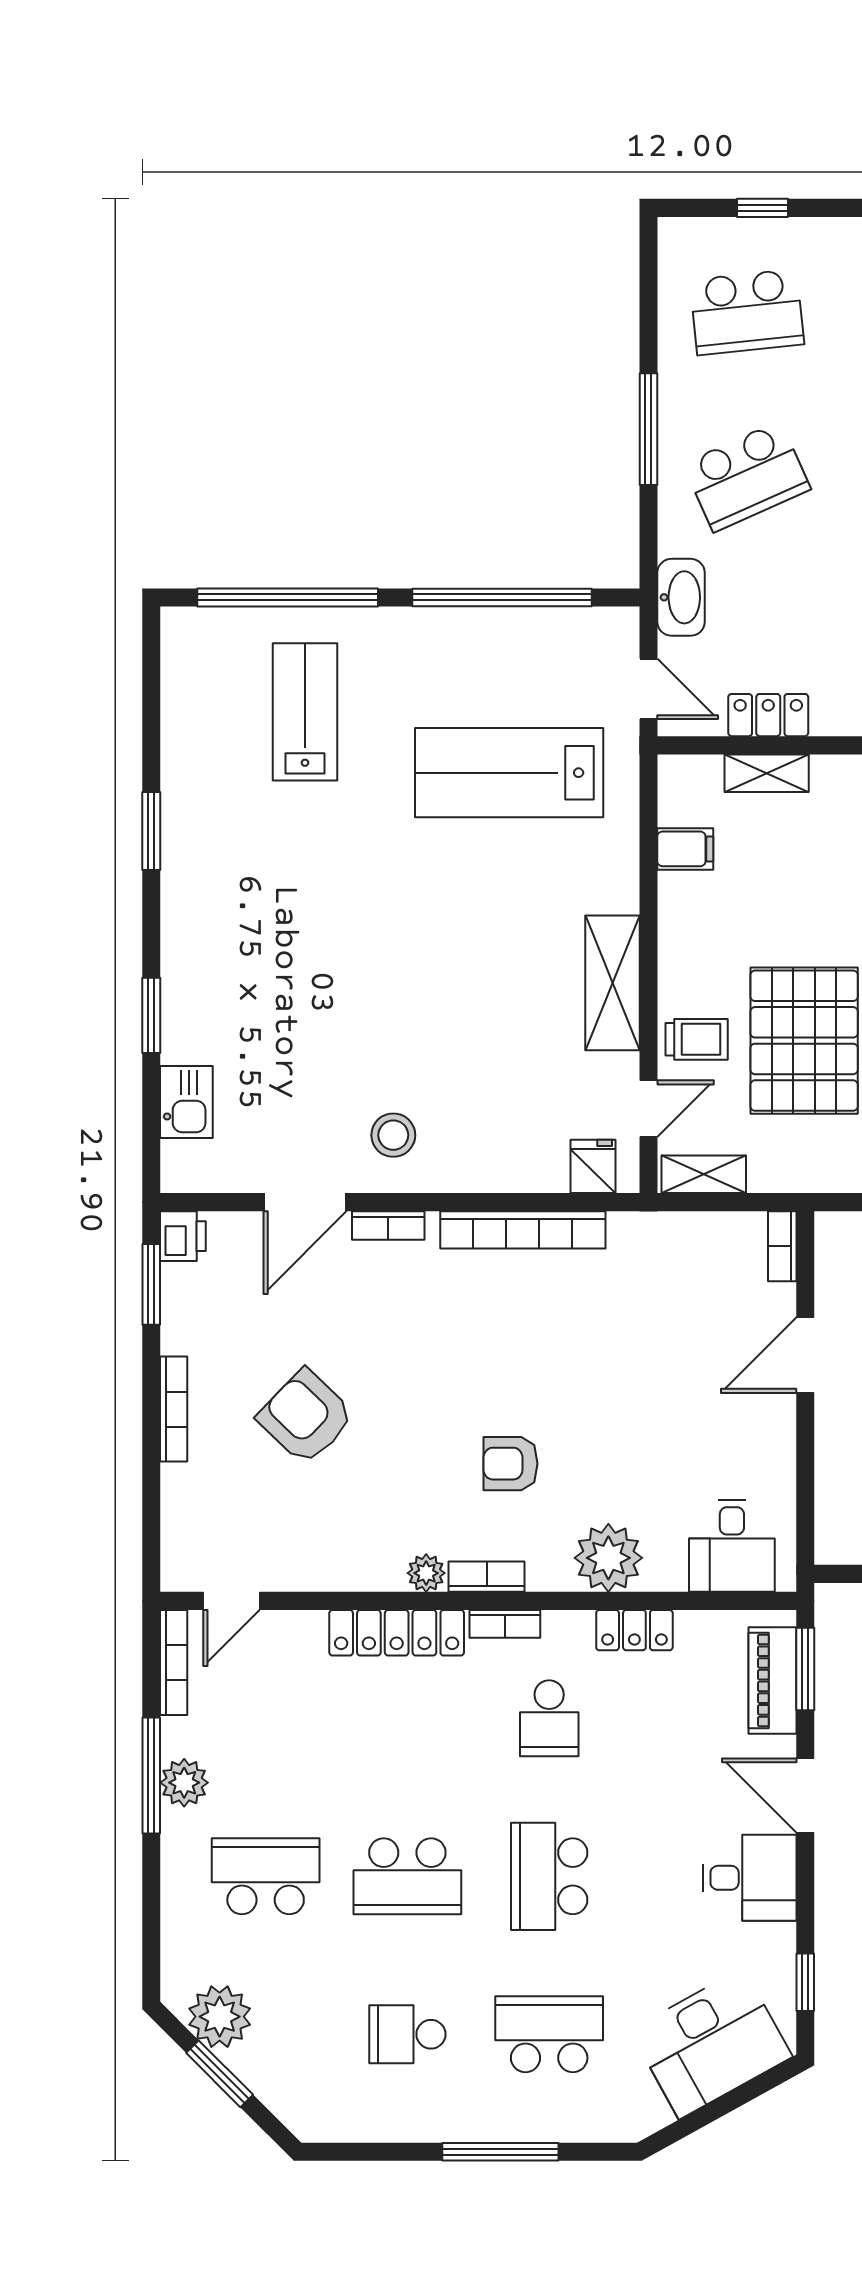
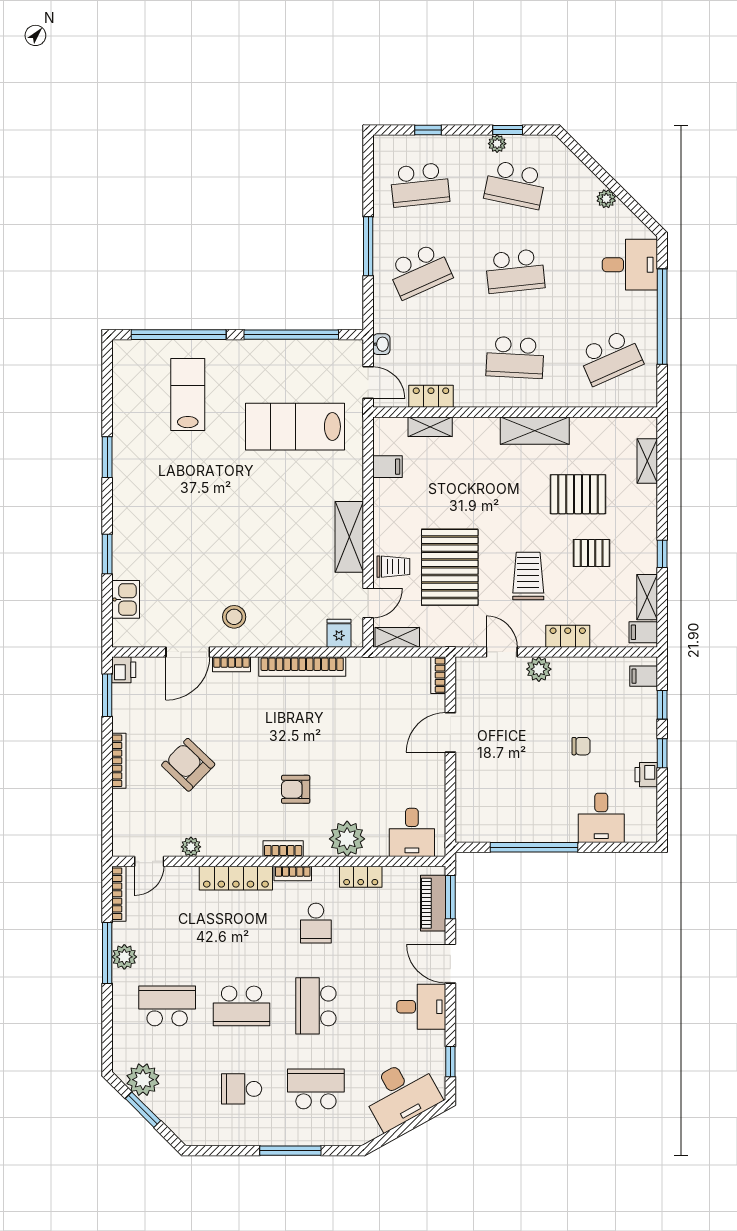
washbasin: (681, 597) -> (381, 344), width x0.52, depth x0.69
plant: (426, 1573) -> (191, 847), moved

